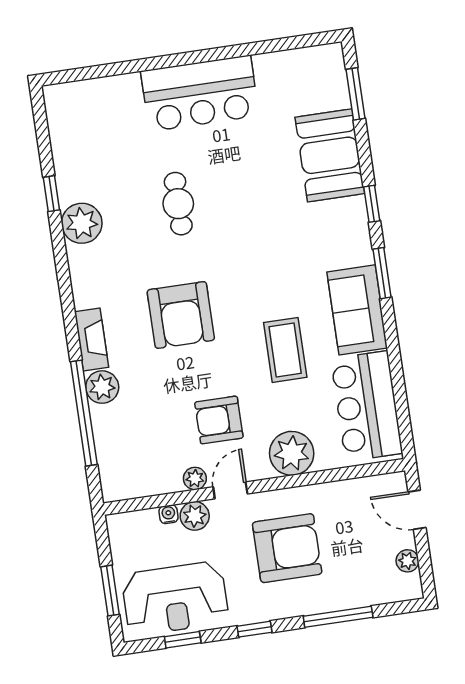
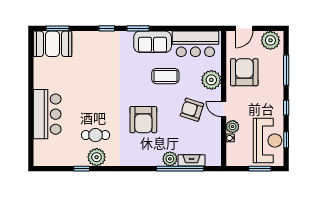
bar counter: (200, 93) -> (47, 114), moved
booth: (330, 155) -> (52, 44), moved
cafe table: (178, 204) -> (96, 135), moved
armchair: (181, 315) -> (143, 120), turned 90
fireplace: (92, 339) -> (191, 160), moved
armchair: (219, 420) -> (192, 110), turned 108
plant: (195, 478) -> (216, 124), removed
armchair: (287, 548) -> (244, 72), moved
plant: (407, 561) -> (270, 40), width x1.88, depth x1.88

